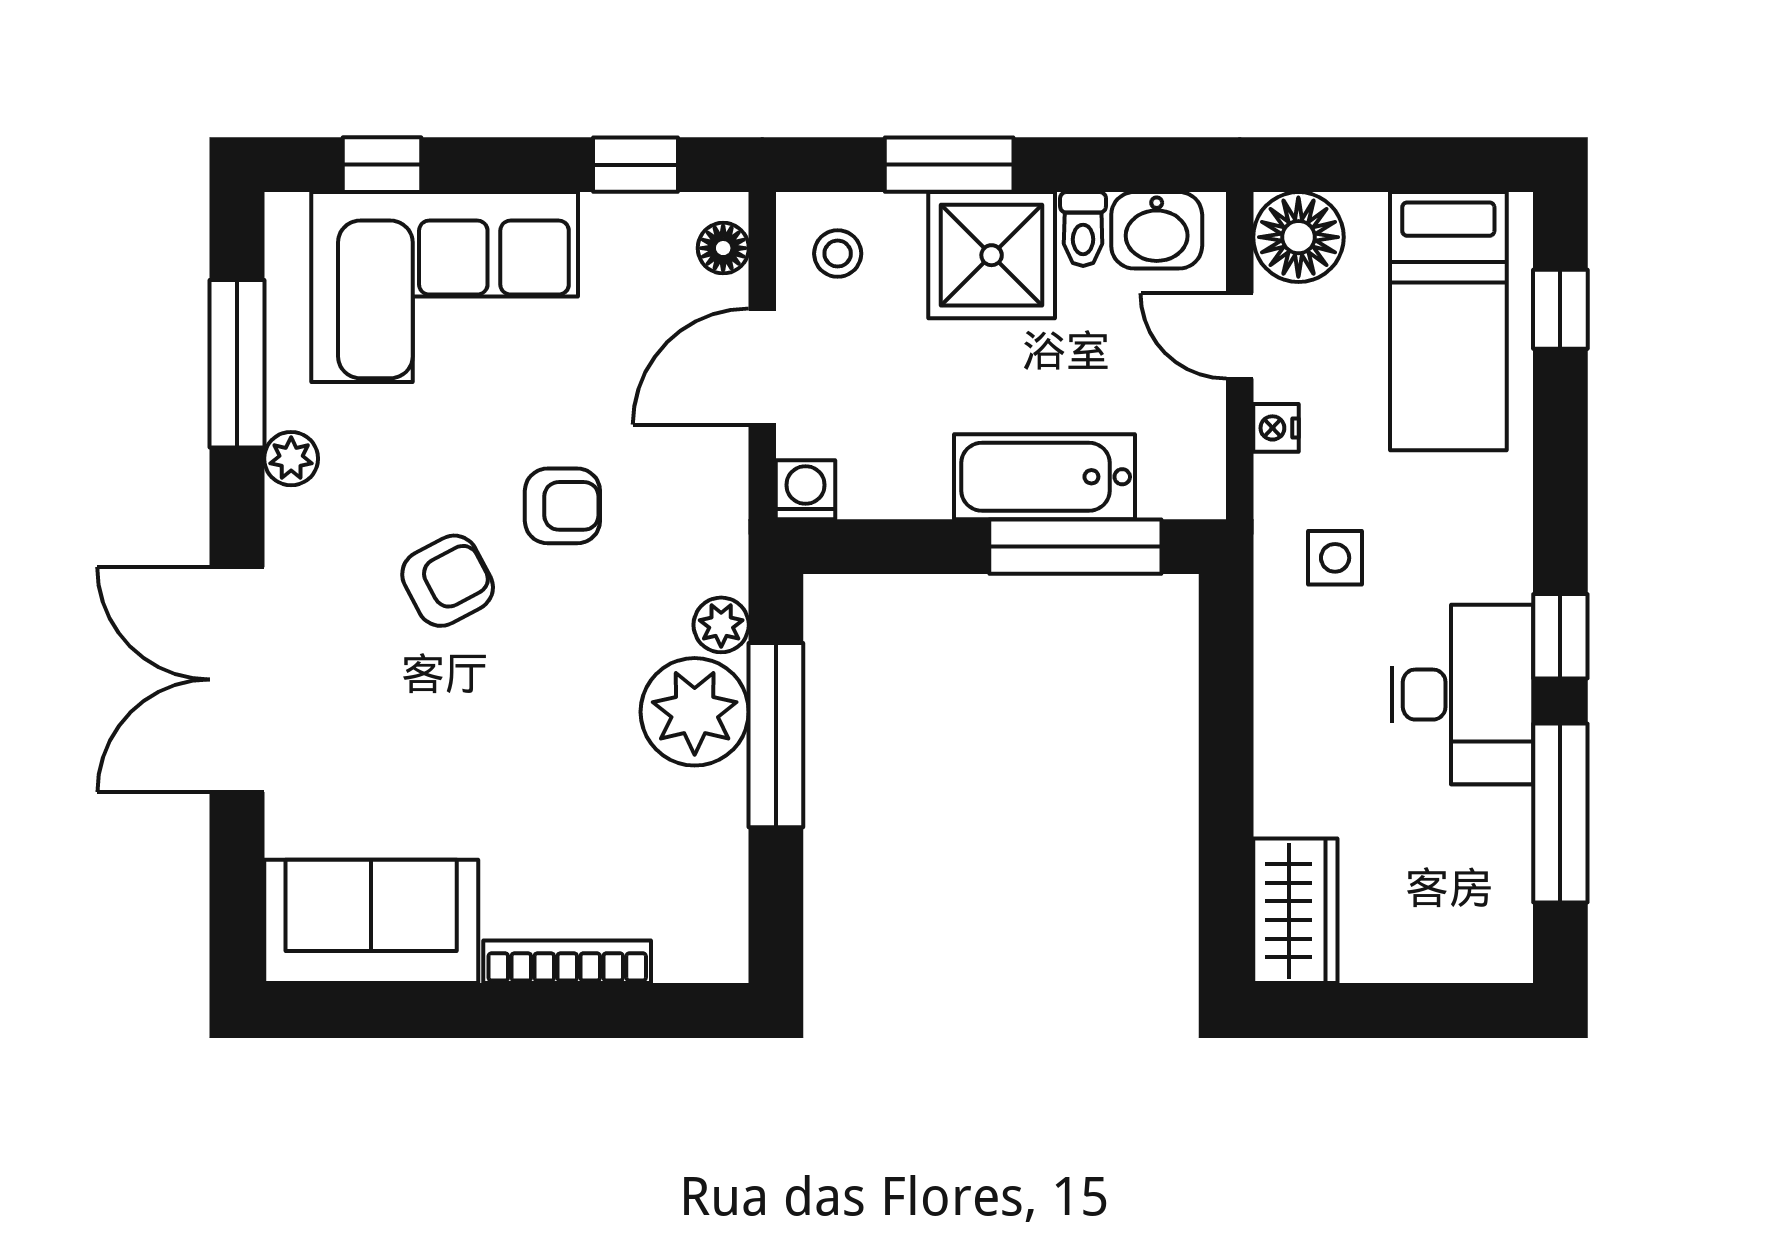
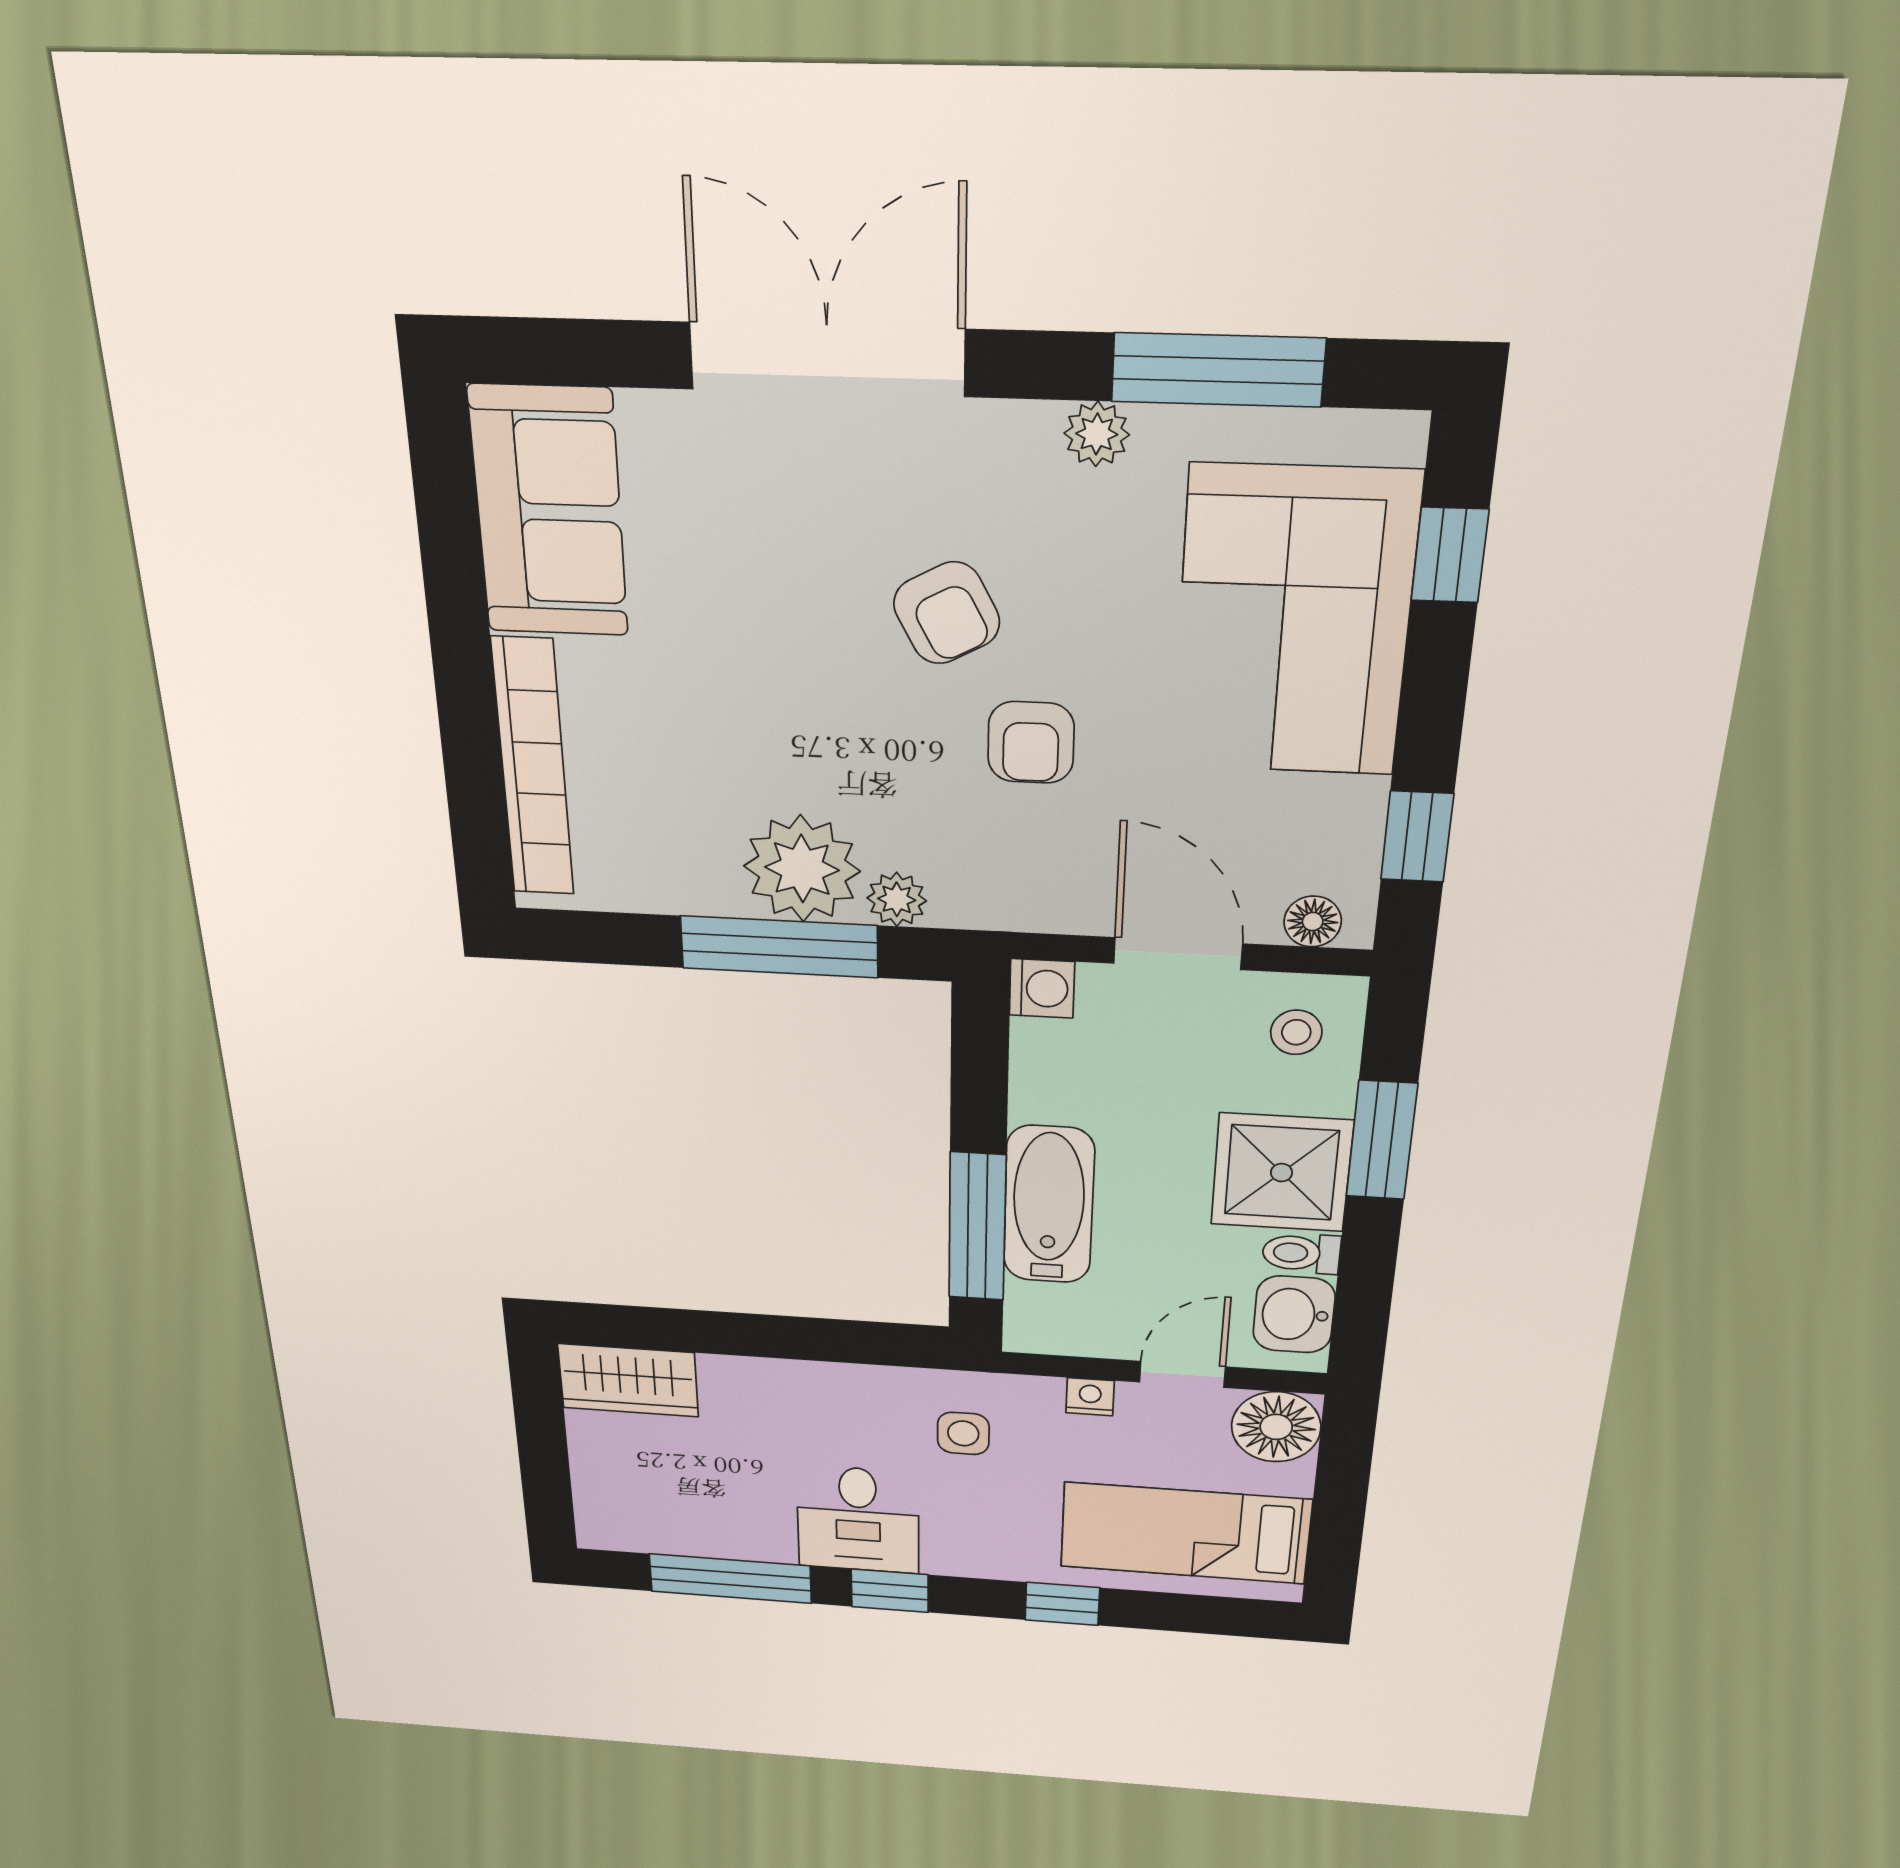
window: (1560, 309) -> (1062, 1604), moved
desk: (1462, 695) -> (858, 1520), width x0.73
bookcase: (567, 962) -> (533, 768), width x1.48, depth x1.31

